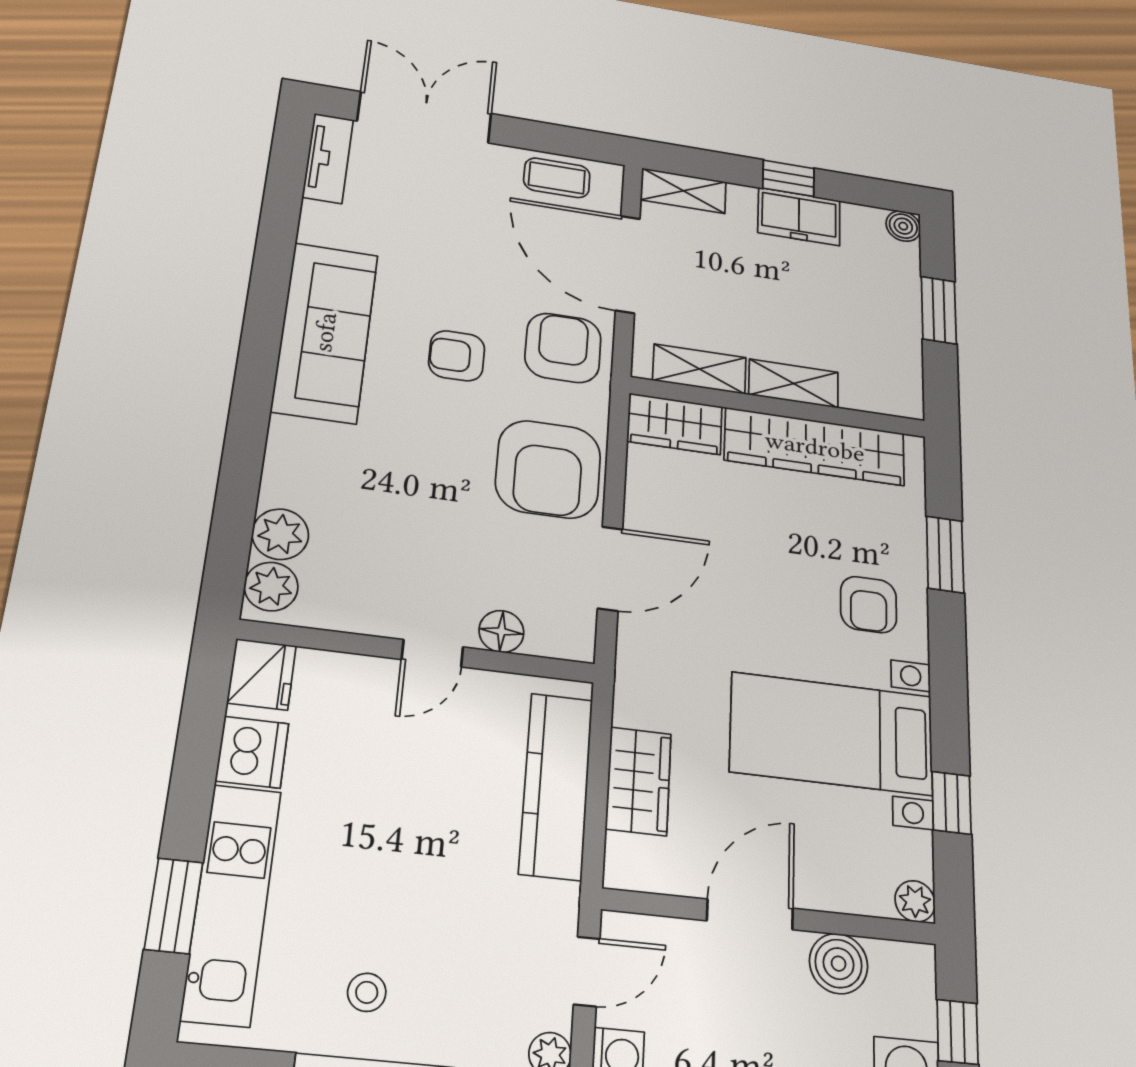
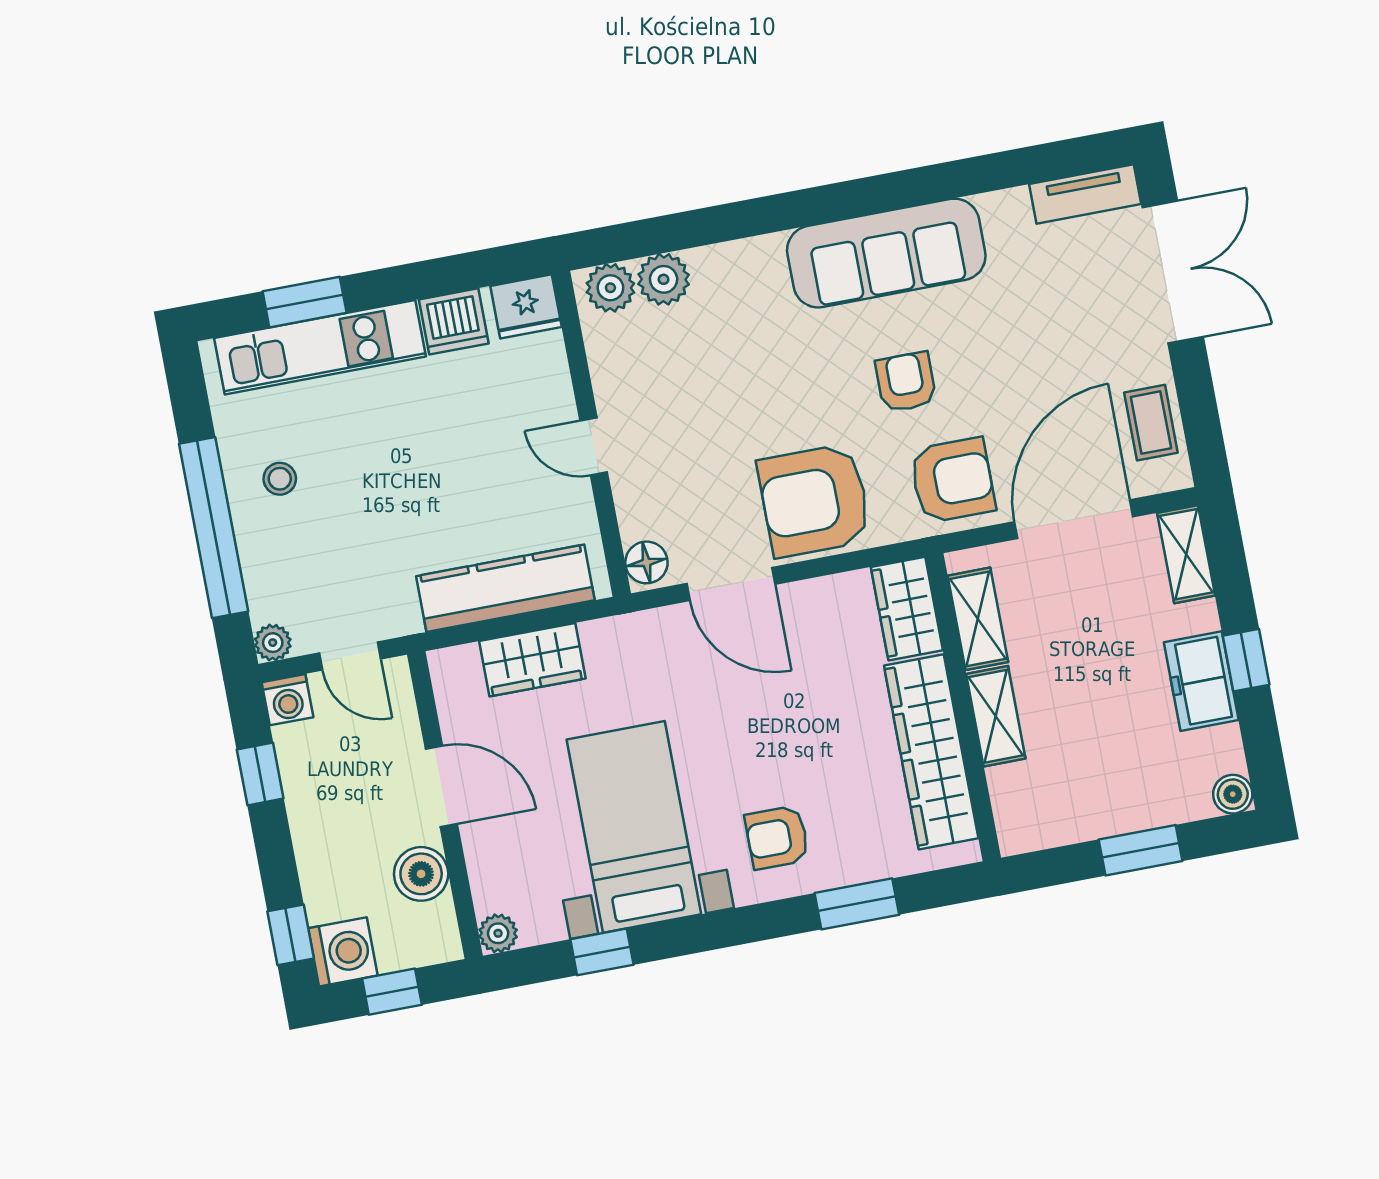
floor lamp: (501, 631) -> (646, 562), moved

